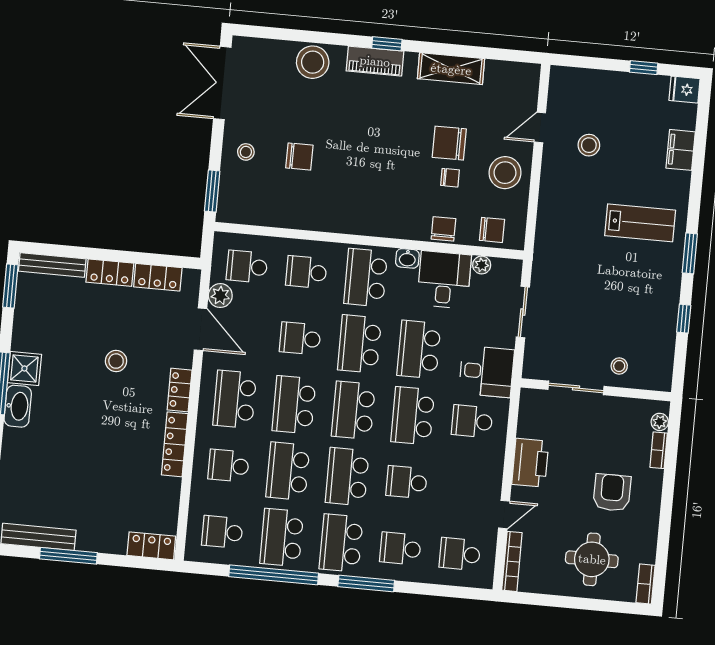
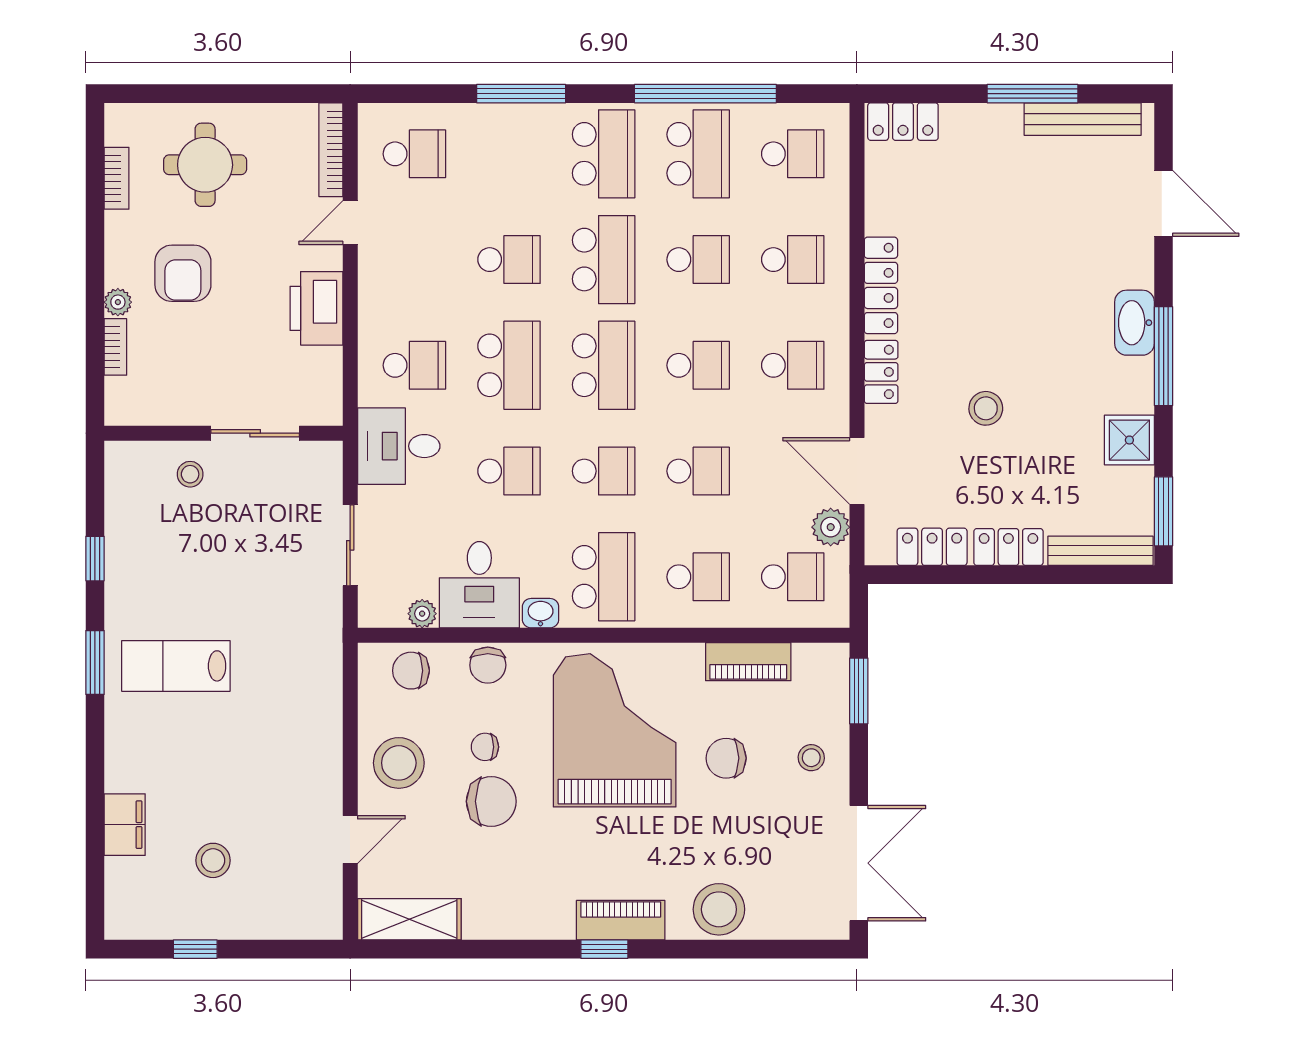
shelving: (451, 69) -> (409, 919), moved
fridge: (685, 90) -> (127, 921), removed
stool: (589, 145) -> (213, 860), moved
grand piano: (368, 181) -> (615, 730), added
piano: (280, 216) -> (748, 662), added
lab bench: (640, 223) -> (176, 666), moved
school desk: (360, 344) -> (604, 471), width x0.54
school desk: (419, 349) -> (509, 471), width x0.54
shower: (24, 368) -> (1129, 440), moved
school desk: (235, 399) -> (793, 365), width x0.54
school desk: (294, 405) -> (698, 365), width x0.54
plant: (660, 422) -> (118, 302), moved
school desk: (288, 471) -> (698, 260), width x0.54
school desk: (400, 548) -> (509, 154), removed
window: (366, 583) -> (521, 94), moved
bookcase: (646, 584) -> (117, 178), moved

